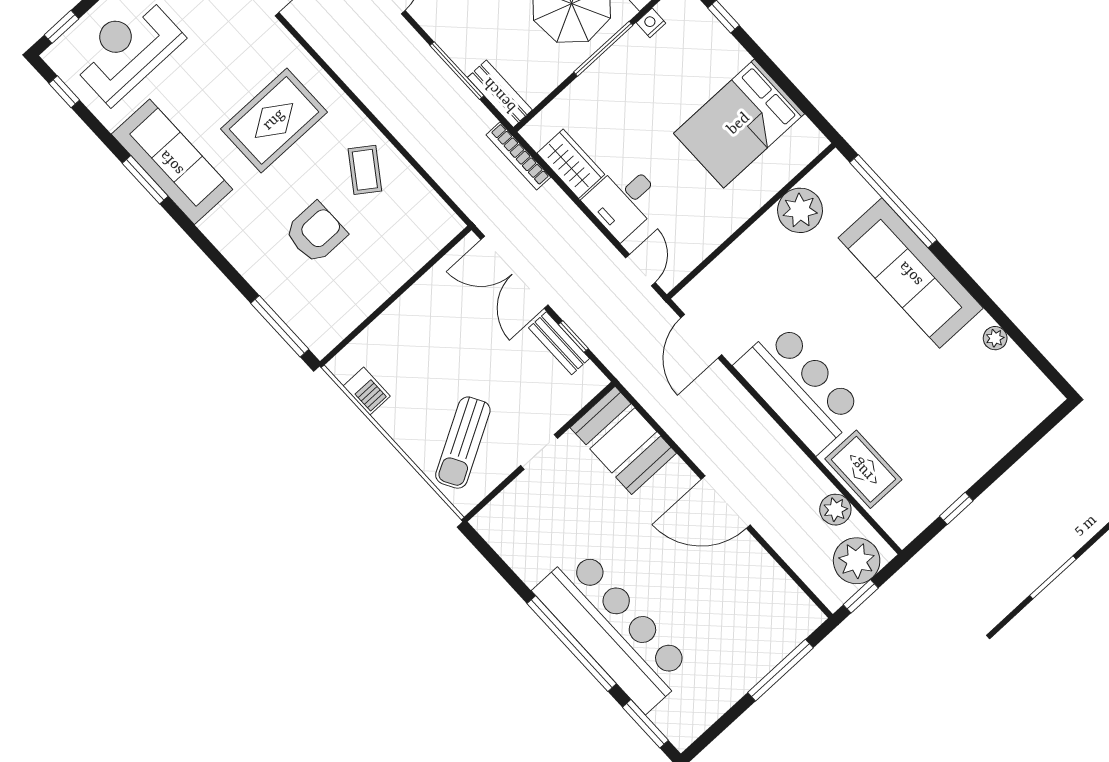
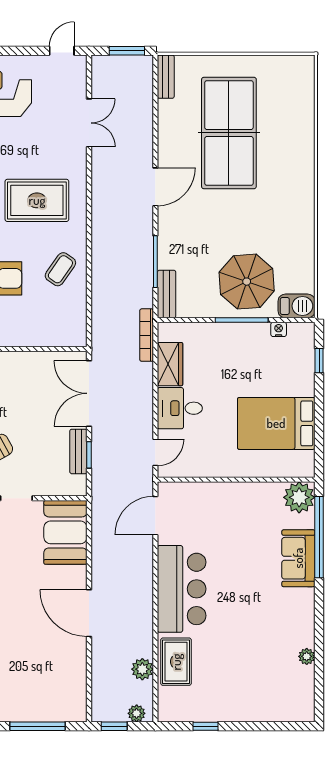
plant: (800, 210) -> (299, 497), moved
sofa: (911, 273) -> (298, 558), width x0.54, depth x0.79
plant: (857, 561) -> (137, 713), width x0.53, depth x0.53

